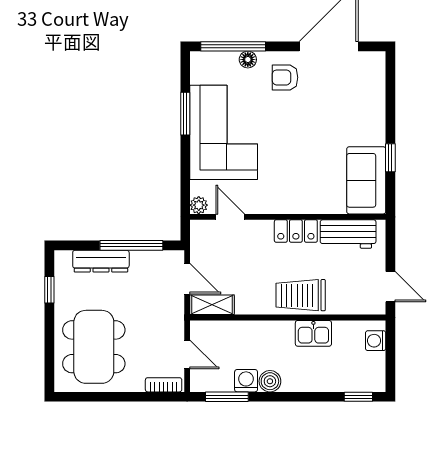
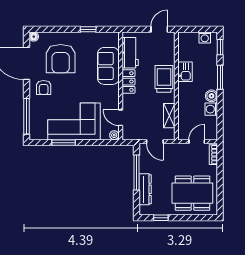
floor lamp: (248, 60) -> (34, 37), moved
armchair: (337, 108) -> (61, 59), added
sofa: (366, 180) -> (108, 66), moved, turned 90
door: (230, 217) -> (121, 118), hinge flipped
door: (187, 279) -> (155, 142), swing flipped
trolley: (301, 295) -> (164, 79), turned 180
shelving: (212, 305) -> (169, 116), moved
washing machine: (376, 341) -> (205, 37), moved
window: (227, 397) -> (220, 77), moved

